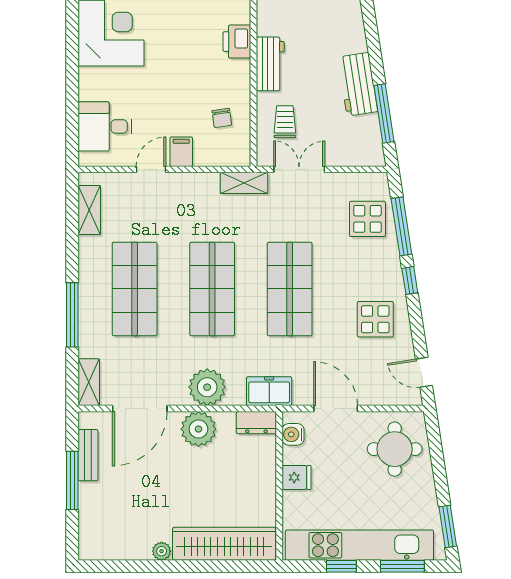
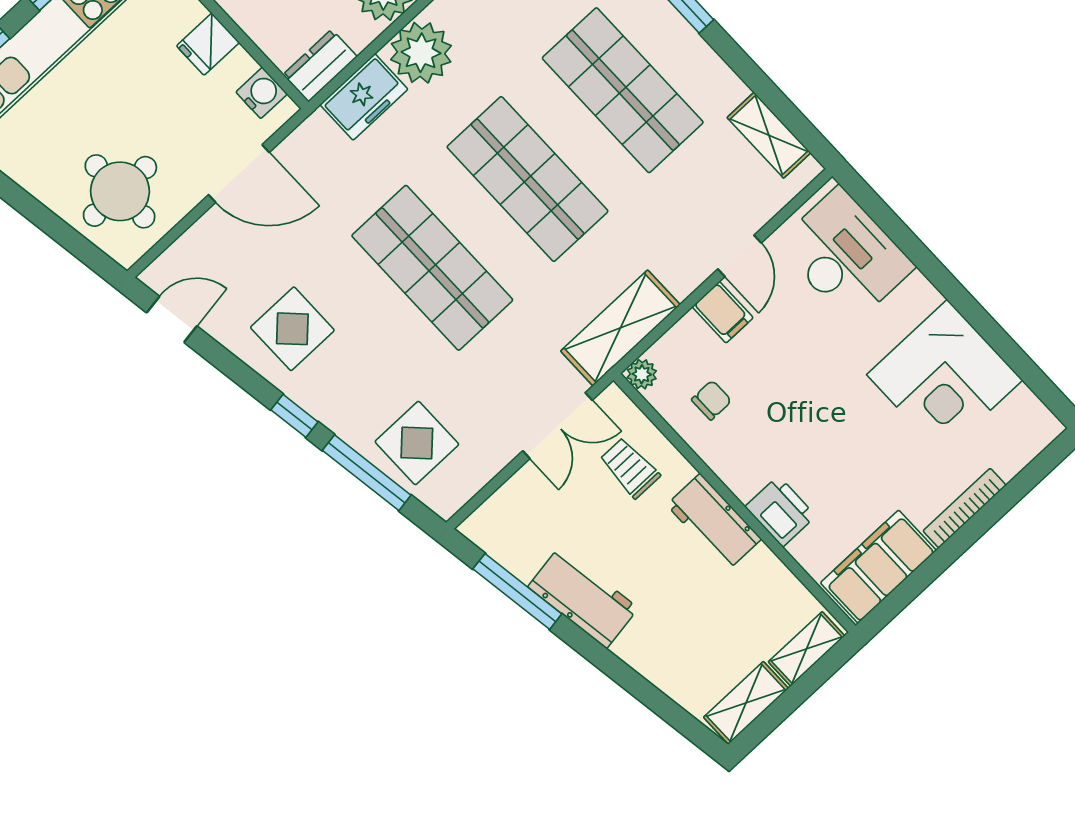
chair: (222, 118) -> (712, 400), turned 98
trolley: (285, 122) -> (630, 468), turned 180
desk: (105, 126) -> (845, 256), width x1.37
plant: (242, 158) -> (642, 374), added
shelving: (244, 183) -> (620, 328), width x1.50, depth x1.33
freezer: (269, 391) -> (364, 97), moved

